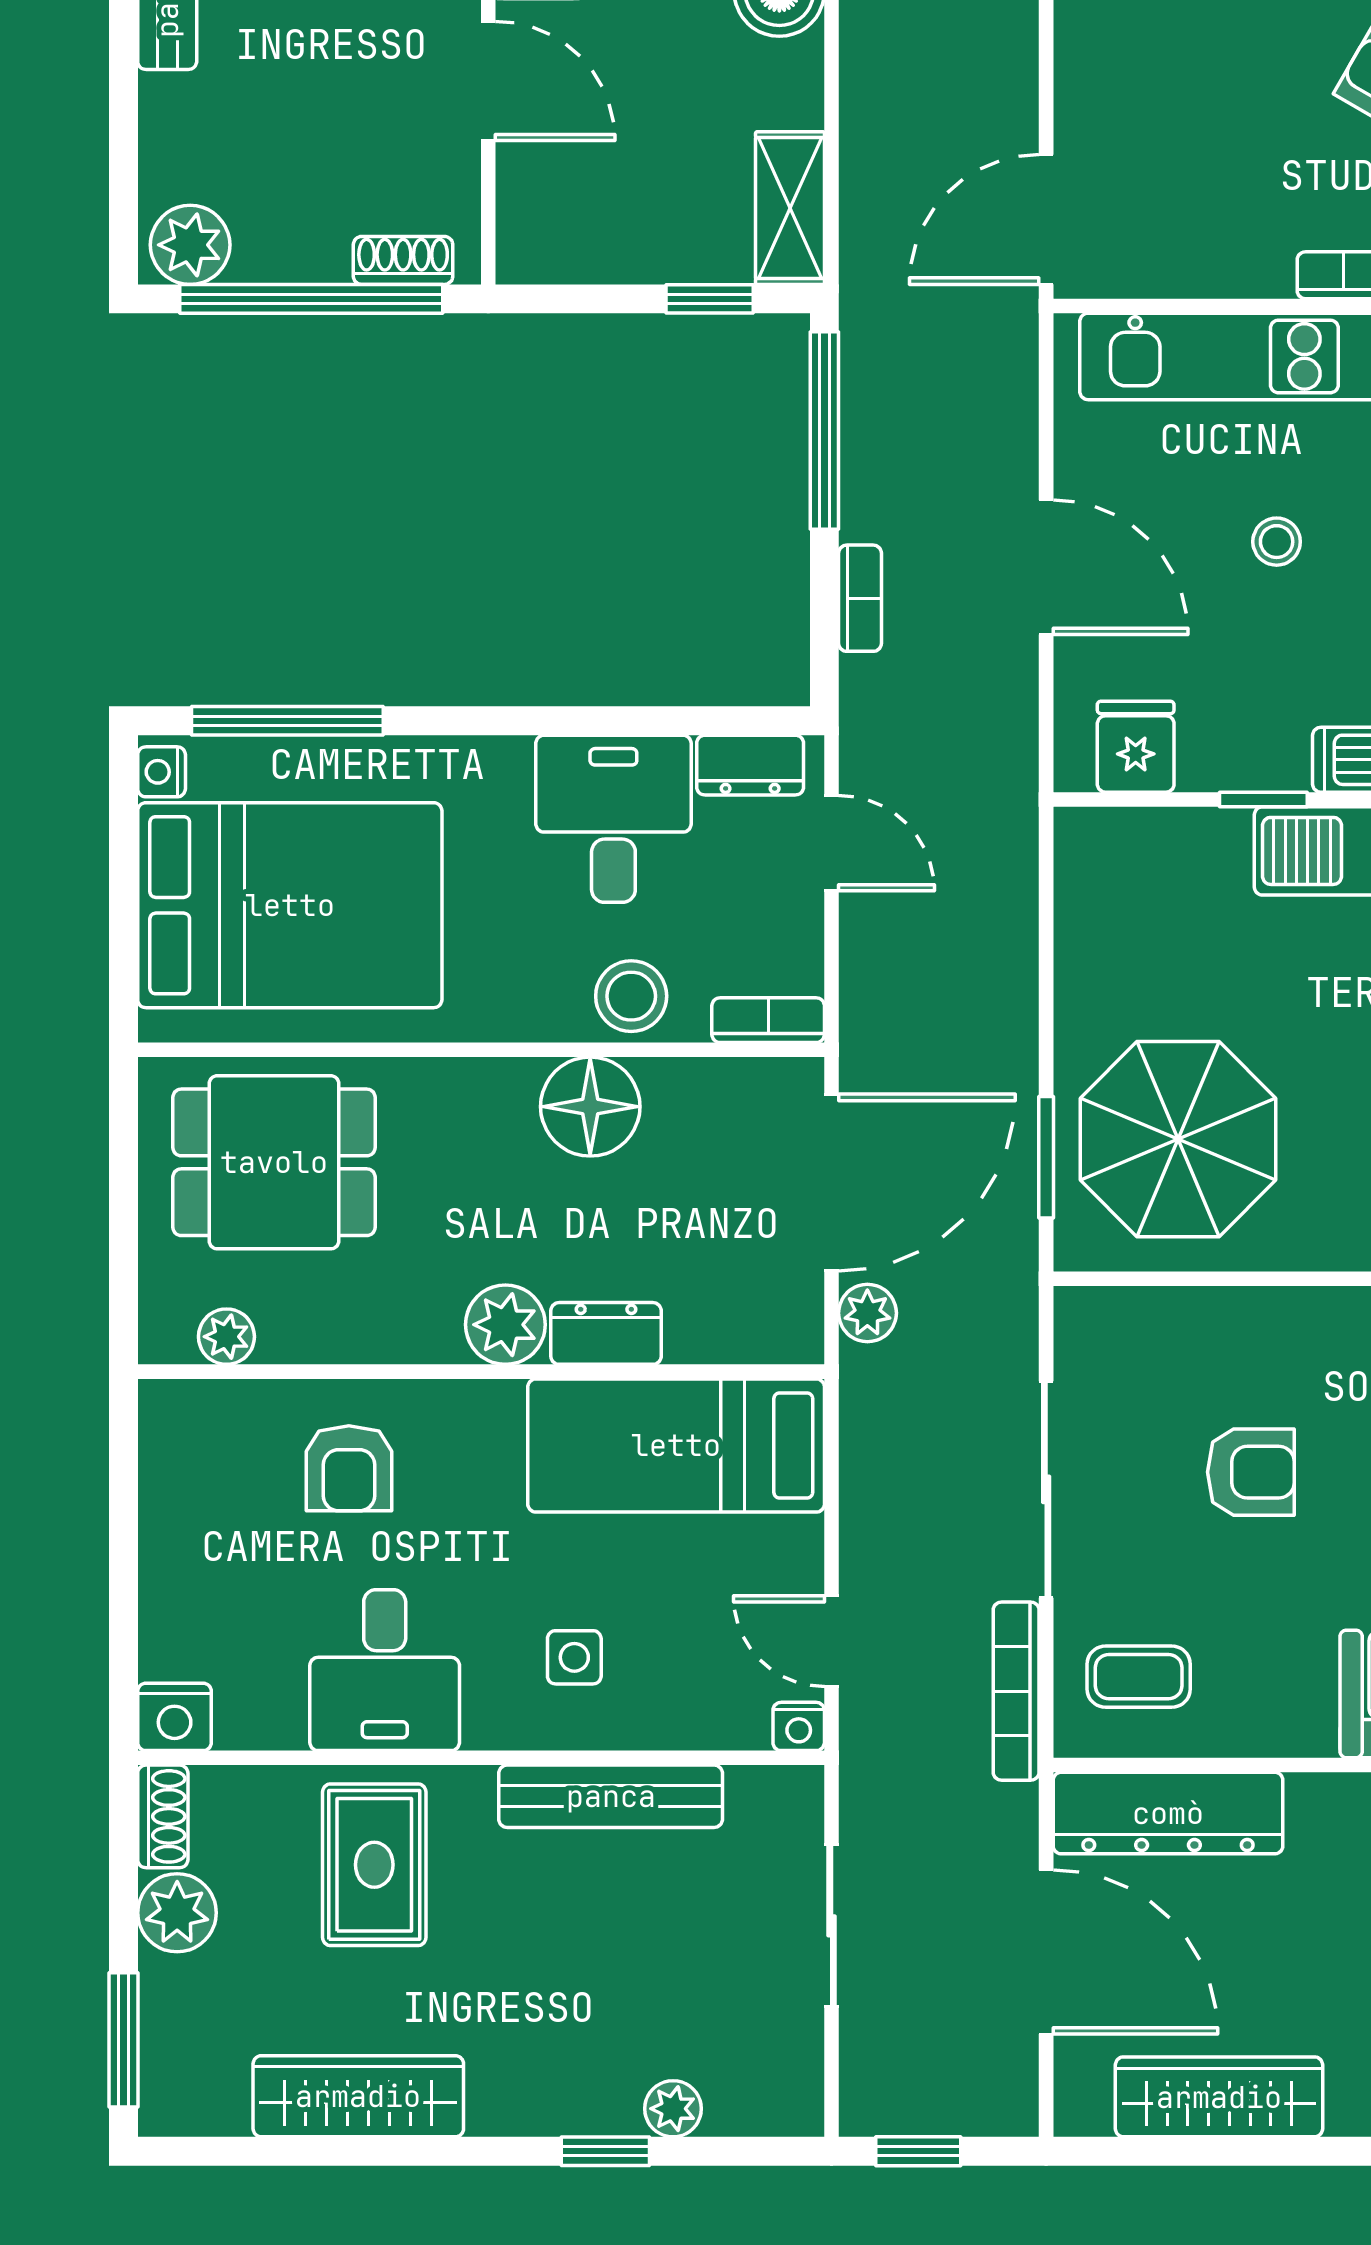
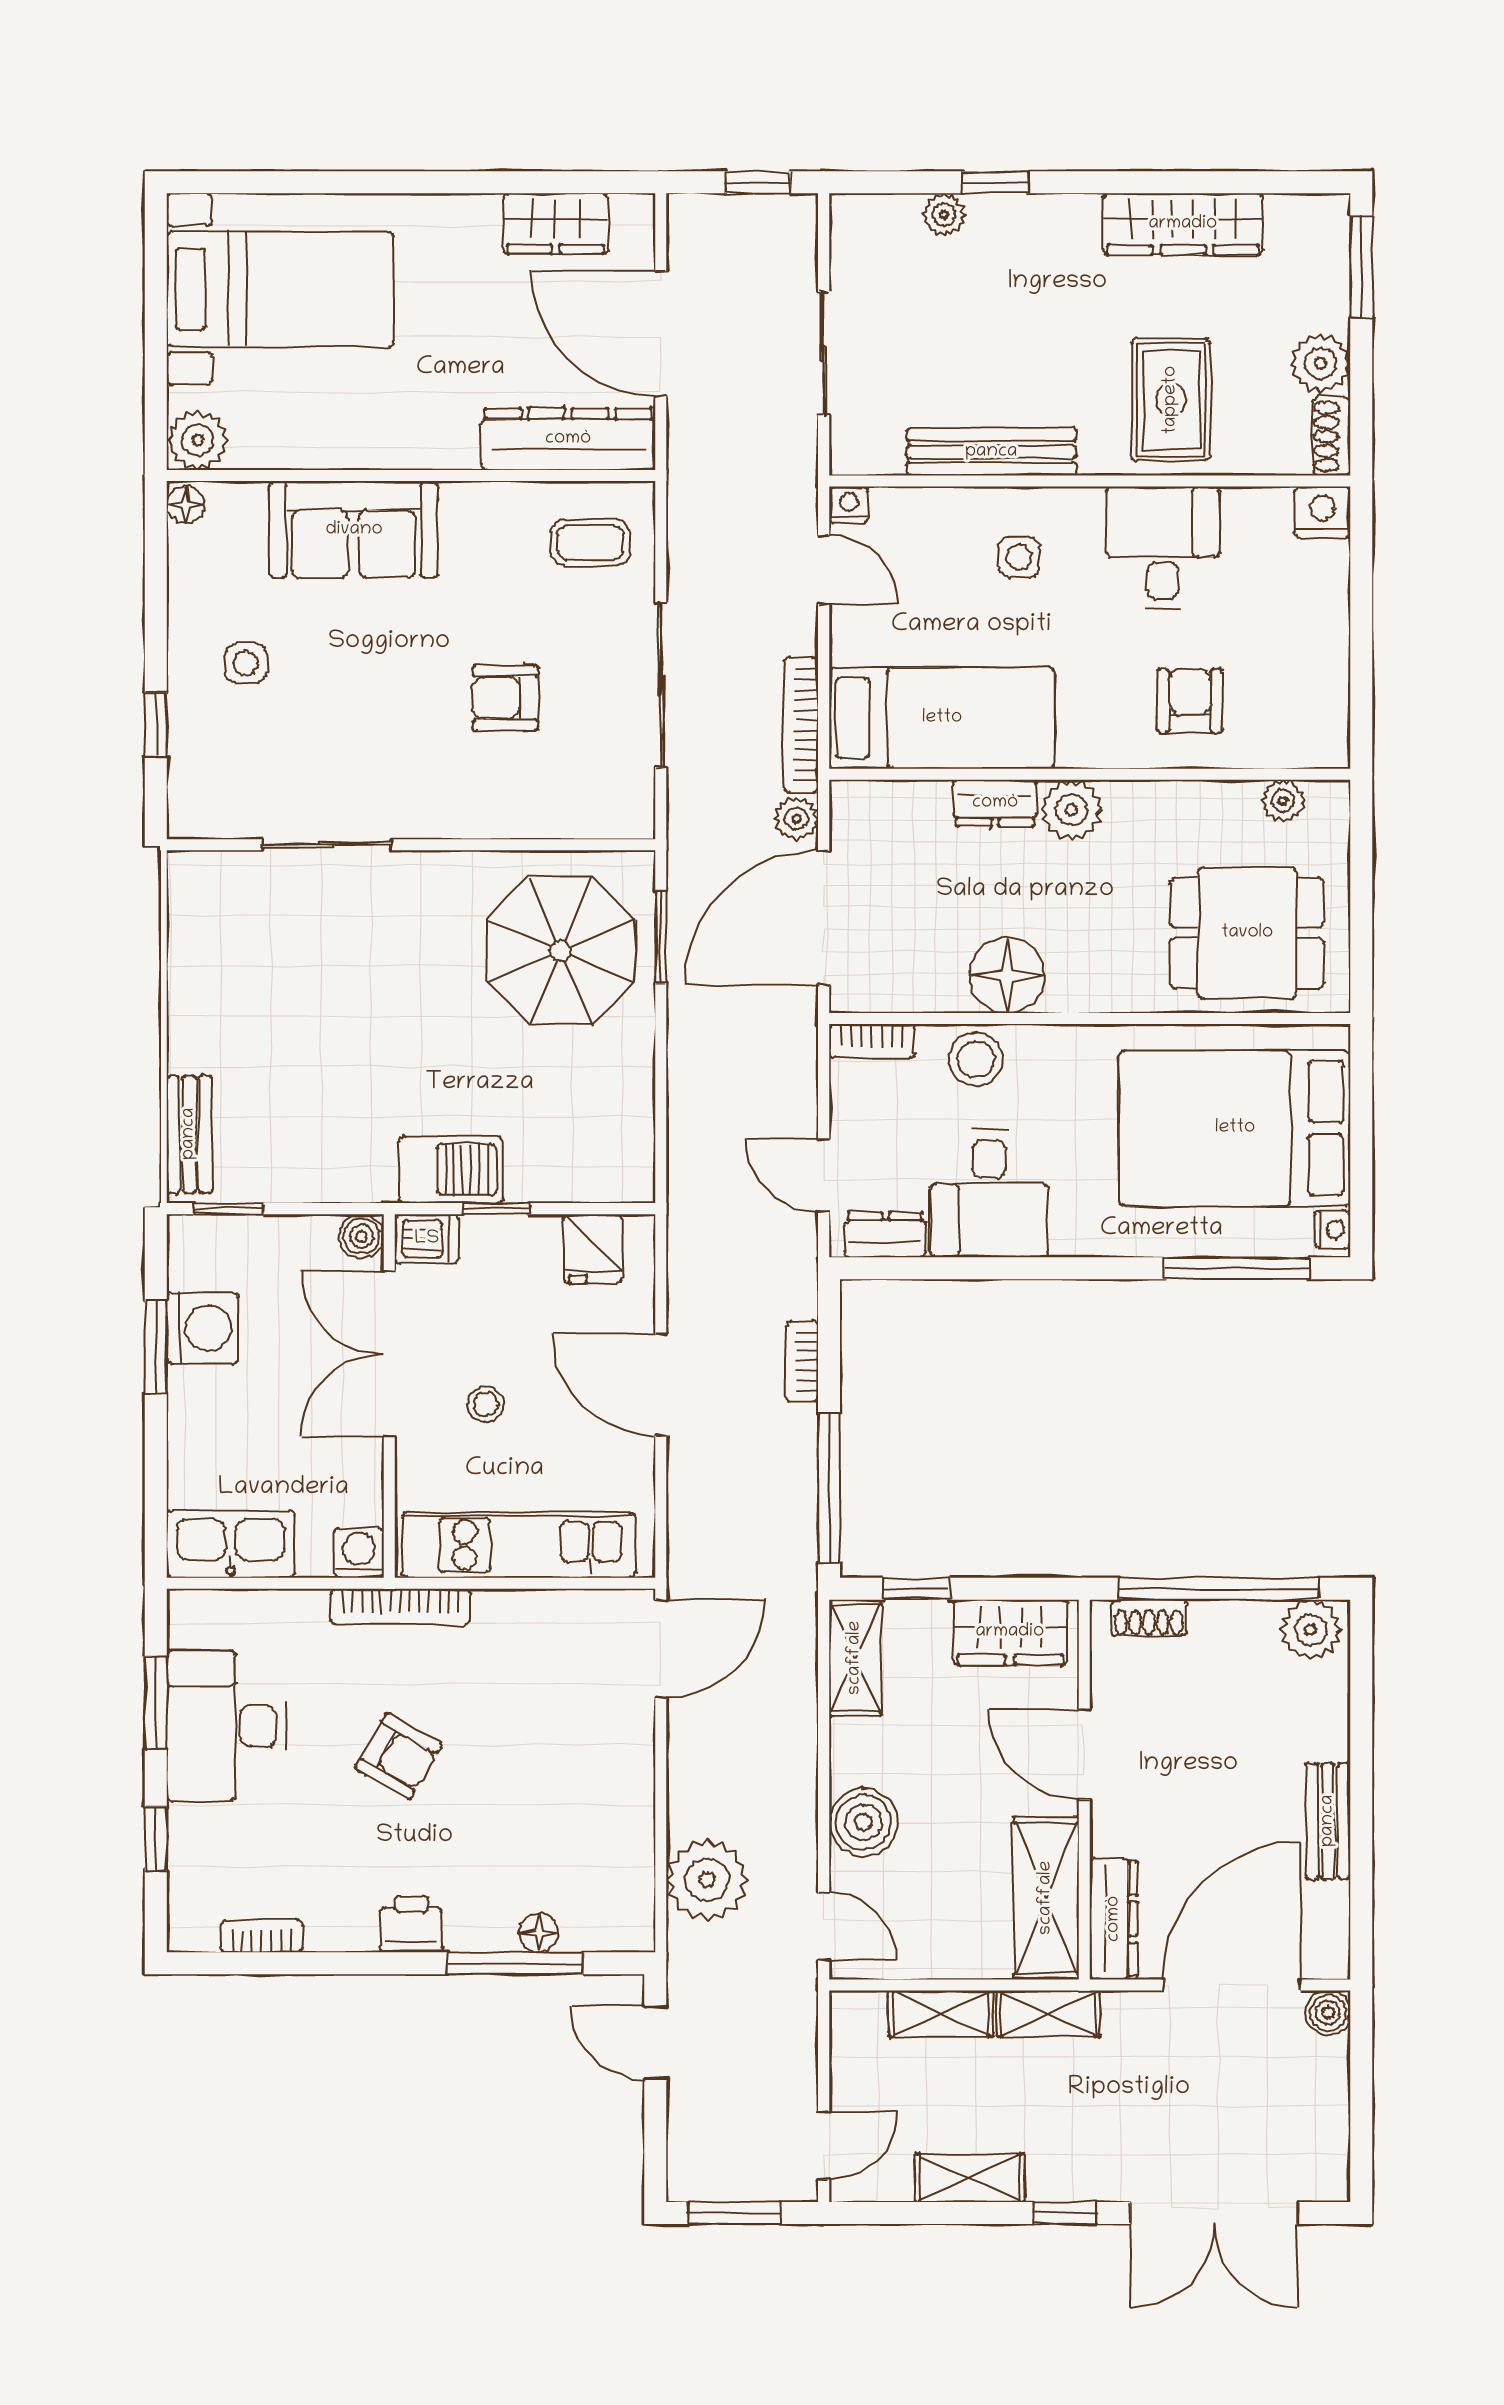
wardrobe: (586, 241) -> (1010, 1632), added
bookcase: (1016, 1691) -> (801, 725), moved, turned 180
wardrobe: (1219, 2097) -> (556, 224), width x0.67

